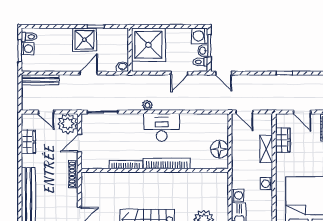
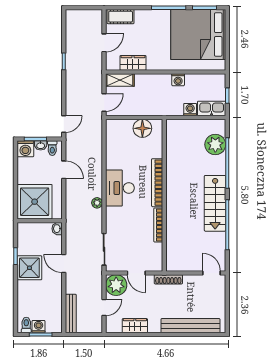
shelving: (266, 149) -> (120, 80), moved

